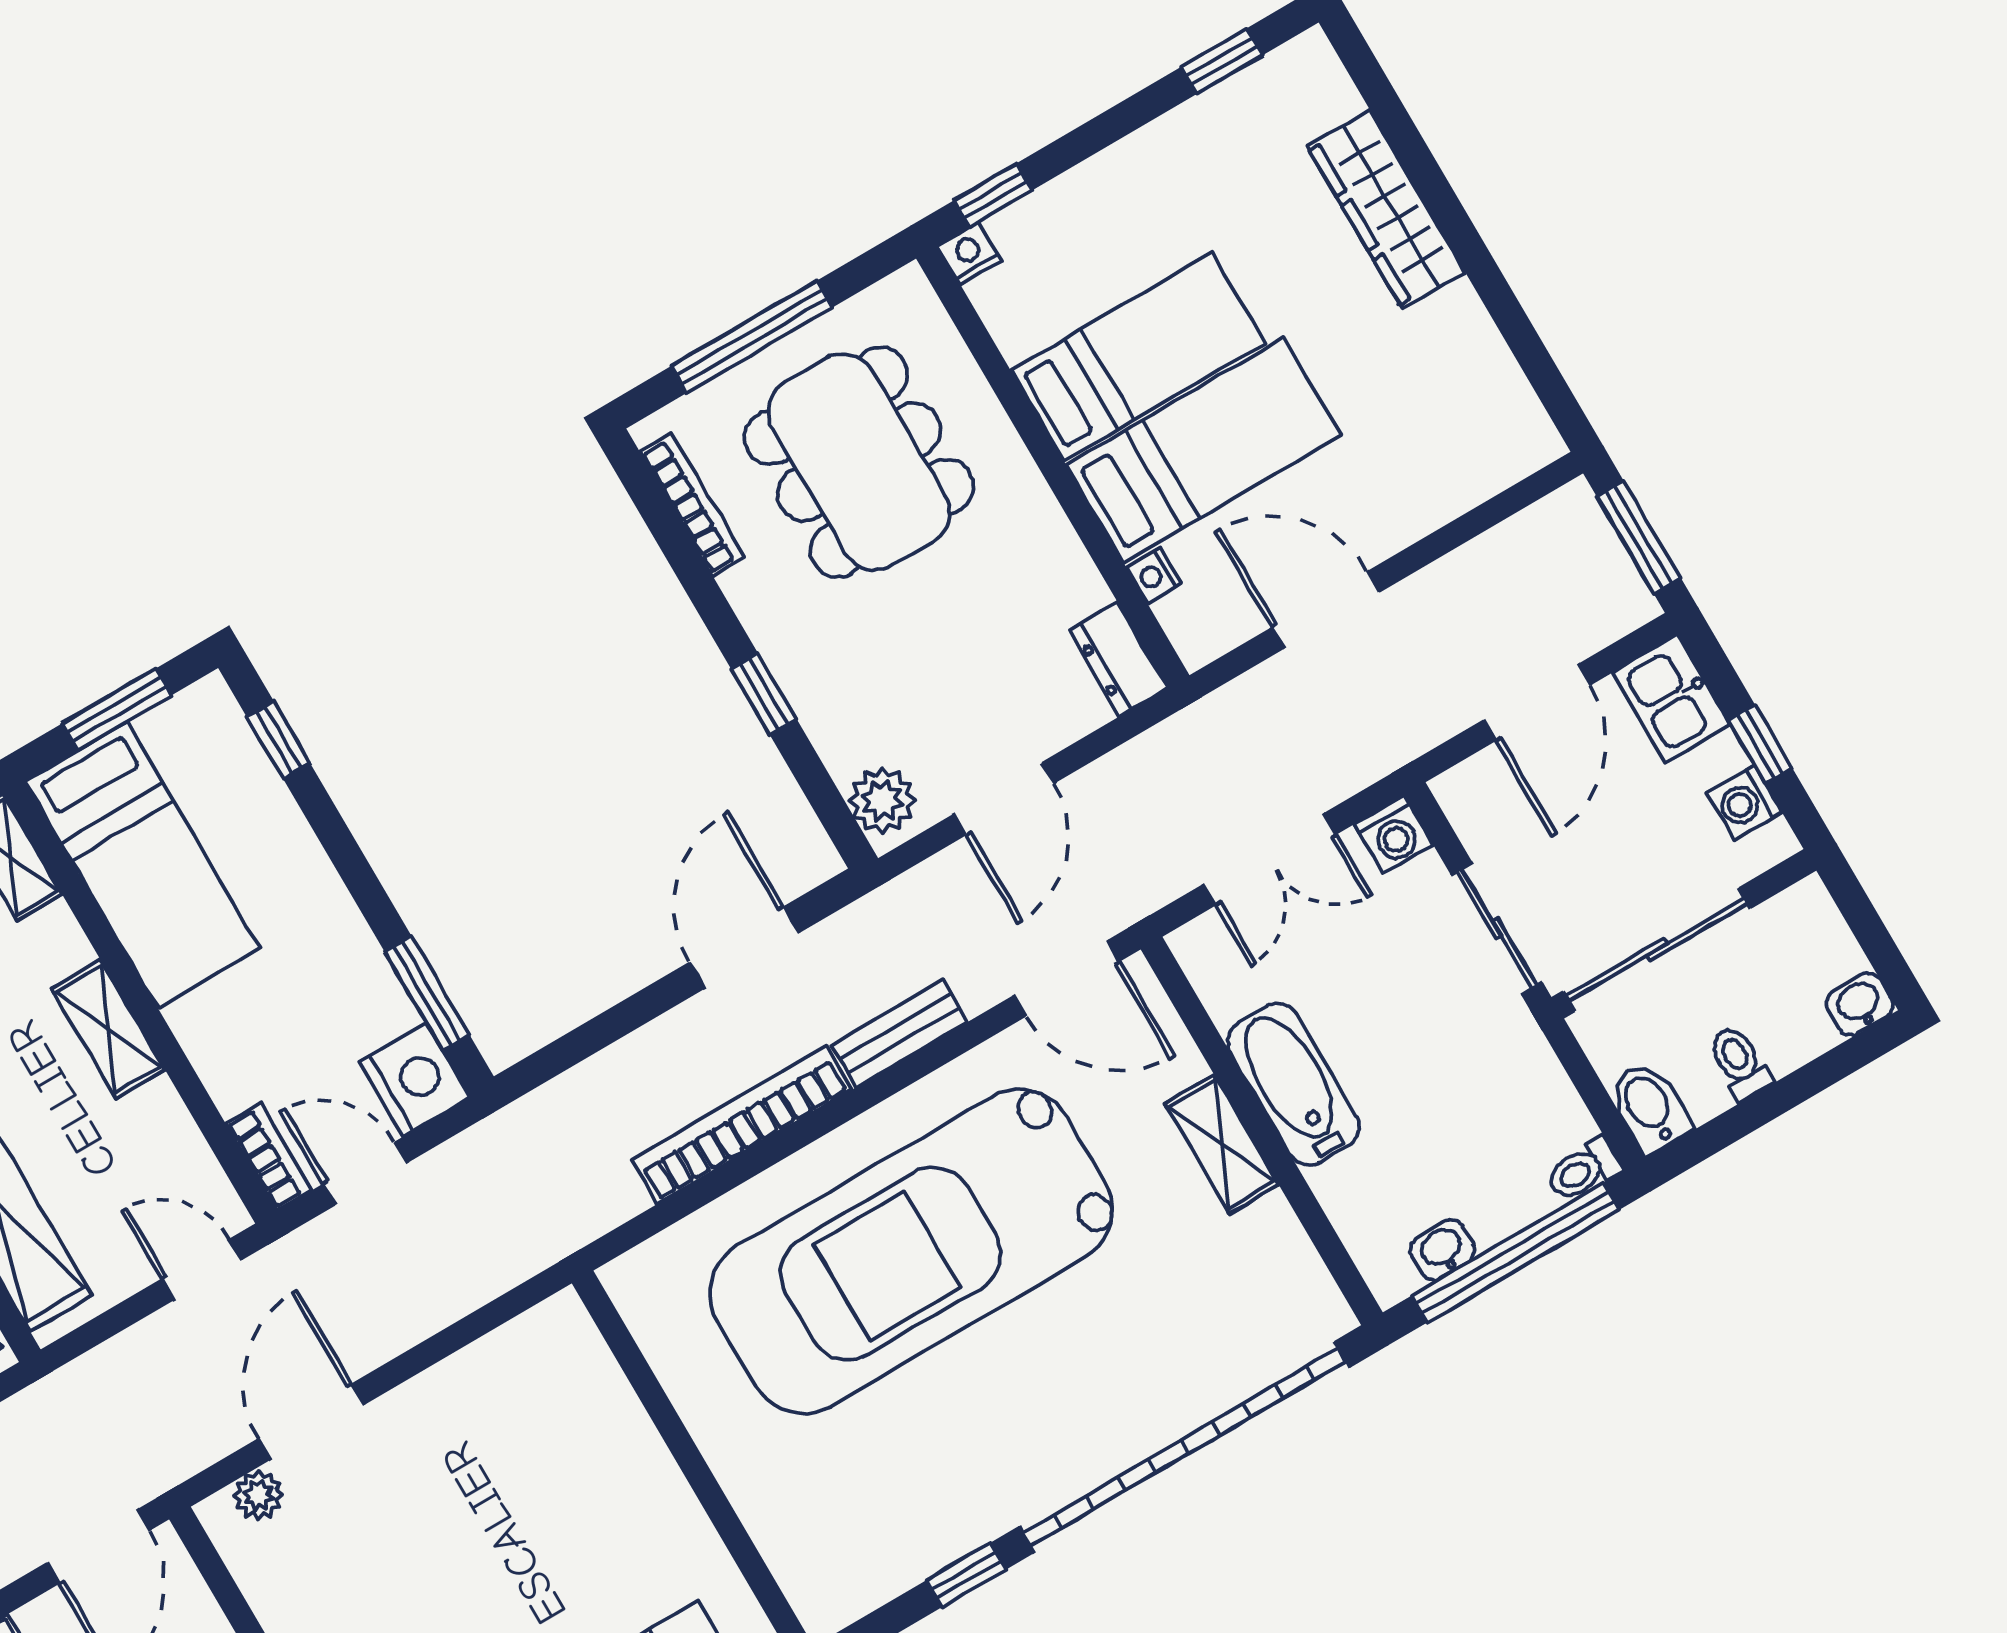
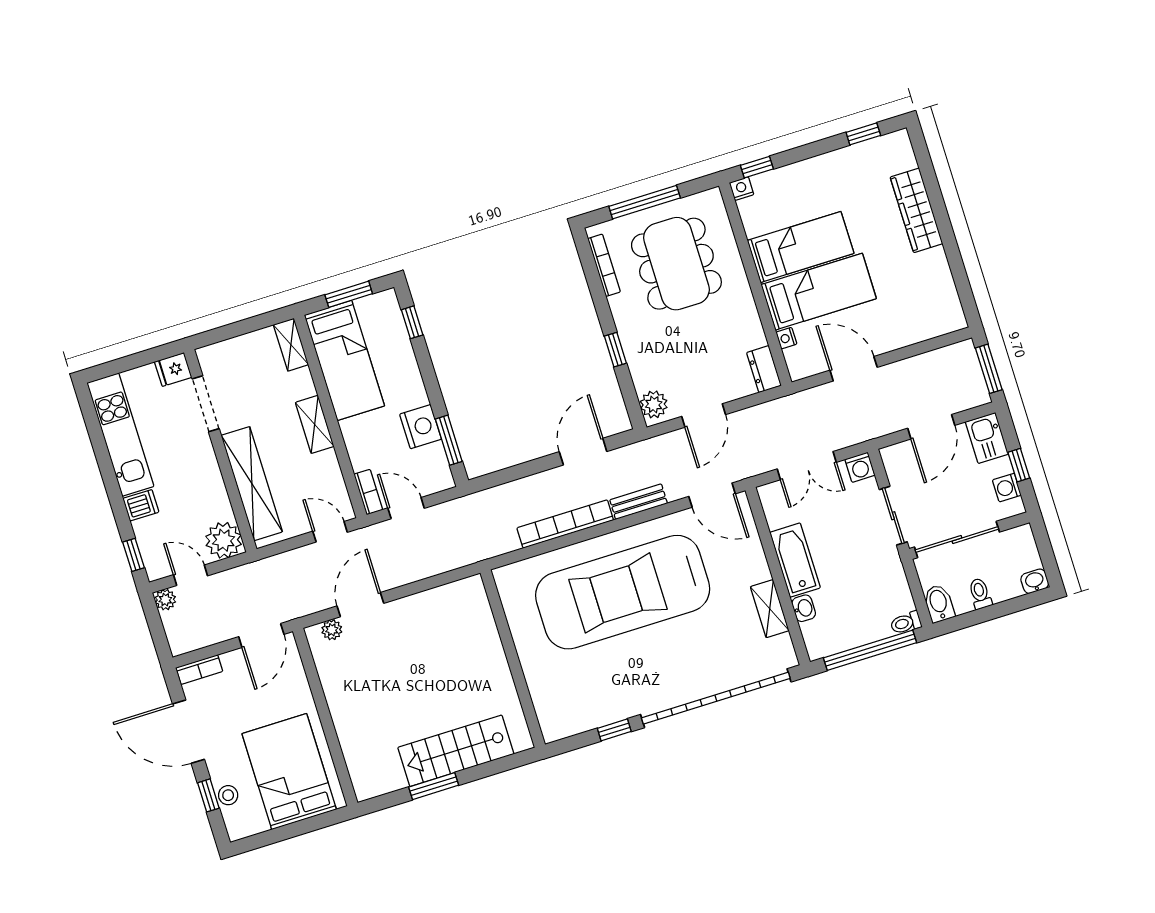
nightstand: (414, 1080) -> (421, 427), moved
shelving: (1222, 1144) -> (770, 609), moved
washbasin: (1442, 1250) -> (804, 608), moved, turned 90

